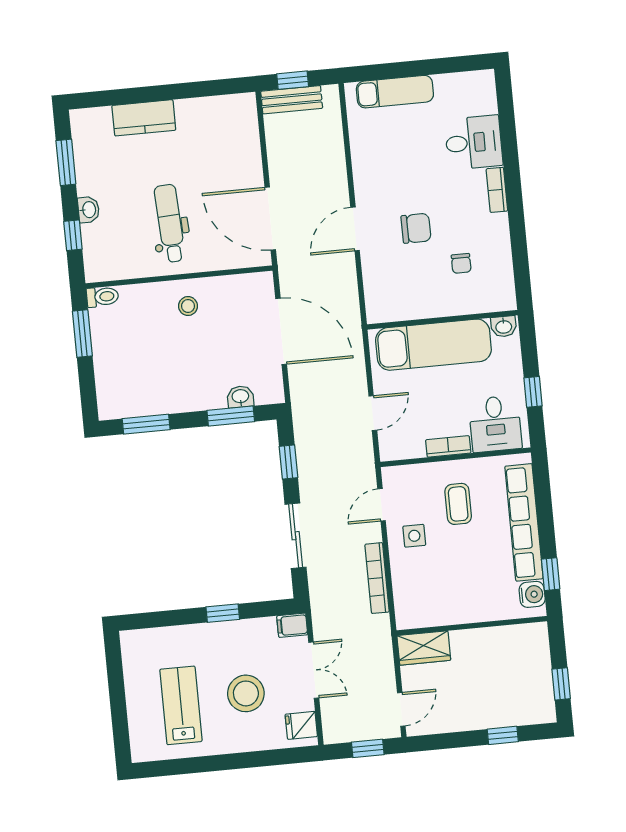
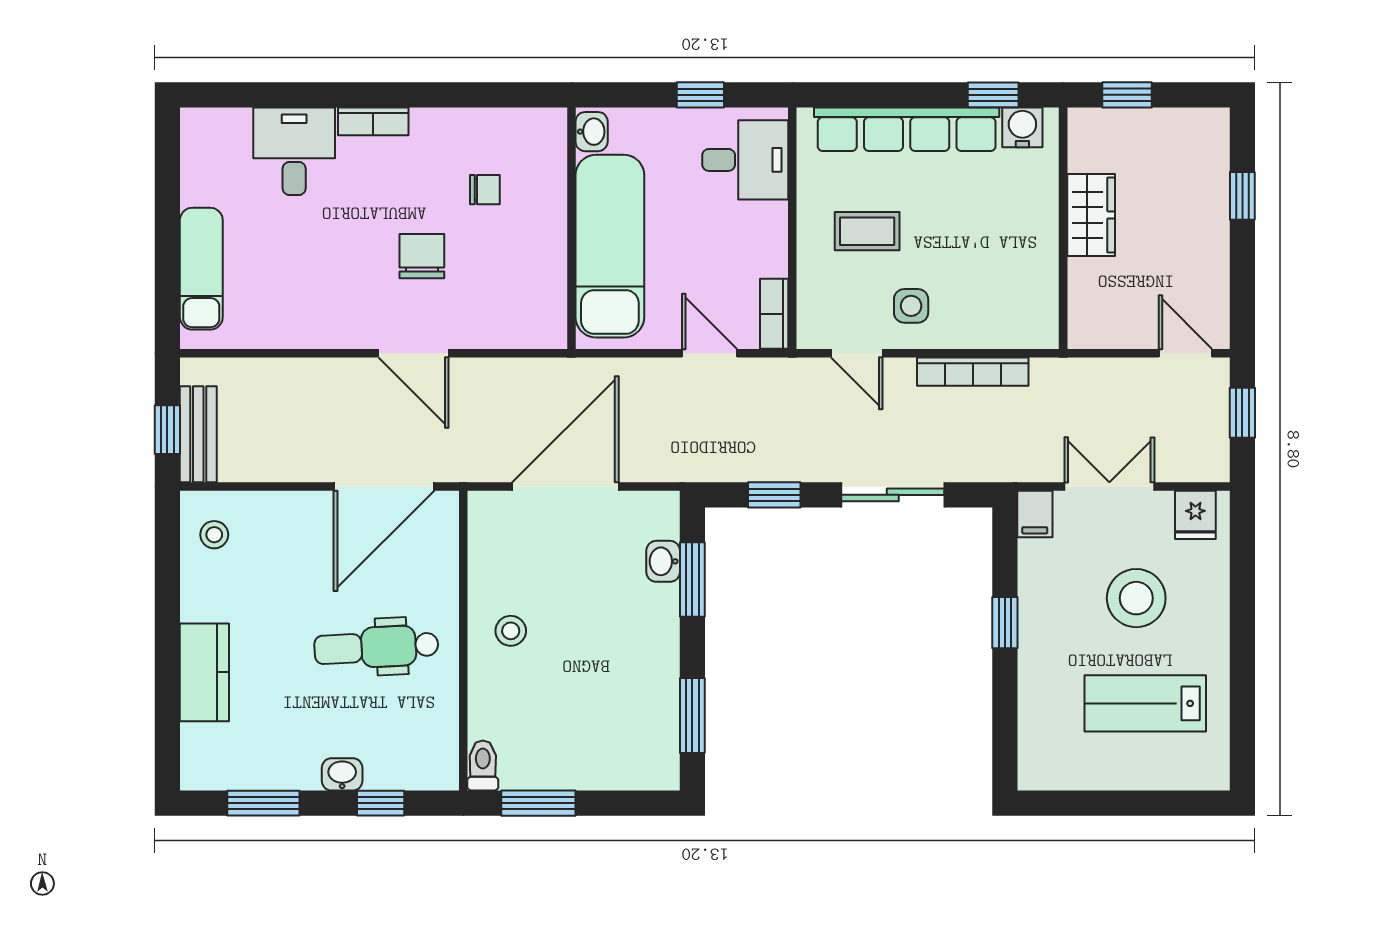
stool: (230, 116) -> (214, 535), added
bookcase: (448, 446) -> (774, 314), moved
wardrobe: (424, 648) -> (1091, 215), moved
window: (561, 684) -> (1127, 95), moved

